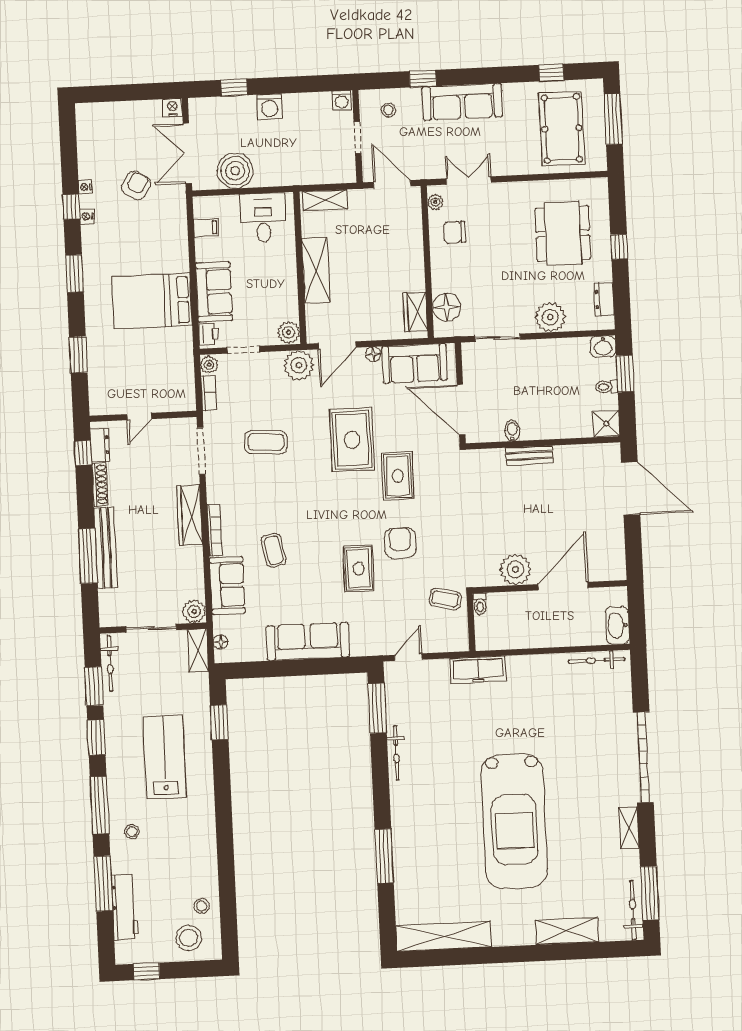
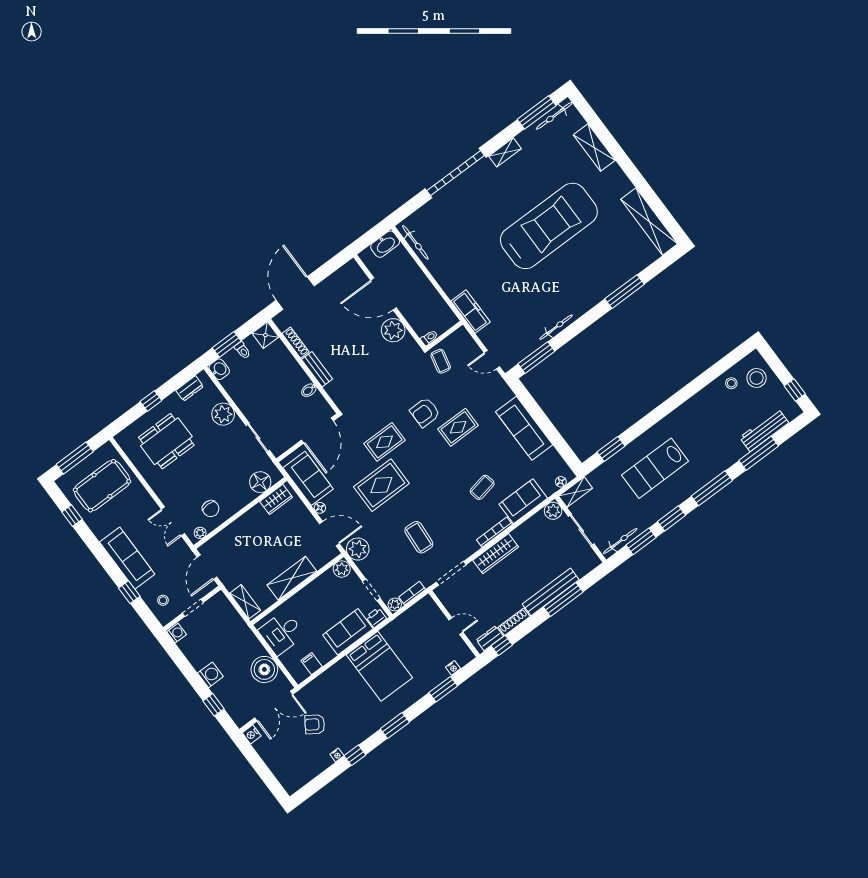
nightstand: (87, 216) -> (453, 668), moved
shoe rack: (575, 451) -> (295, 343), added
stool: (132, 832) -> (715, 457), removed

